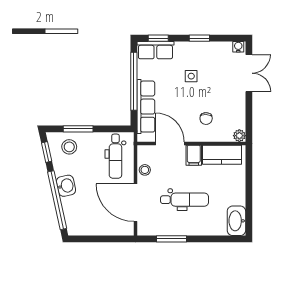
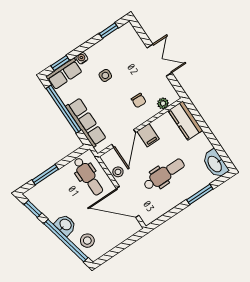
window: (199, 38) -> (109, 31), moved
water cooler: (238, 47) -> (82, 58), moved
double door: (249, 73) -> (160, 60), moved
plant: (239, 136) -> (163, 103), moved
door: (170, 143) -> (124, 138), swing flipped
stool: (69, 147) -> (87, 241), moved
kitchen counter: (222, 155) -> (185, 120), moved, turned 90
window: (171, 239) -> (200, 194), moved

